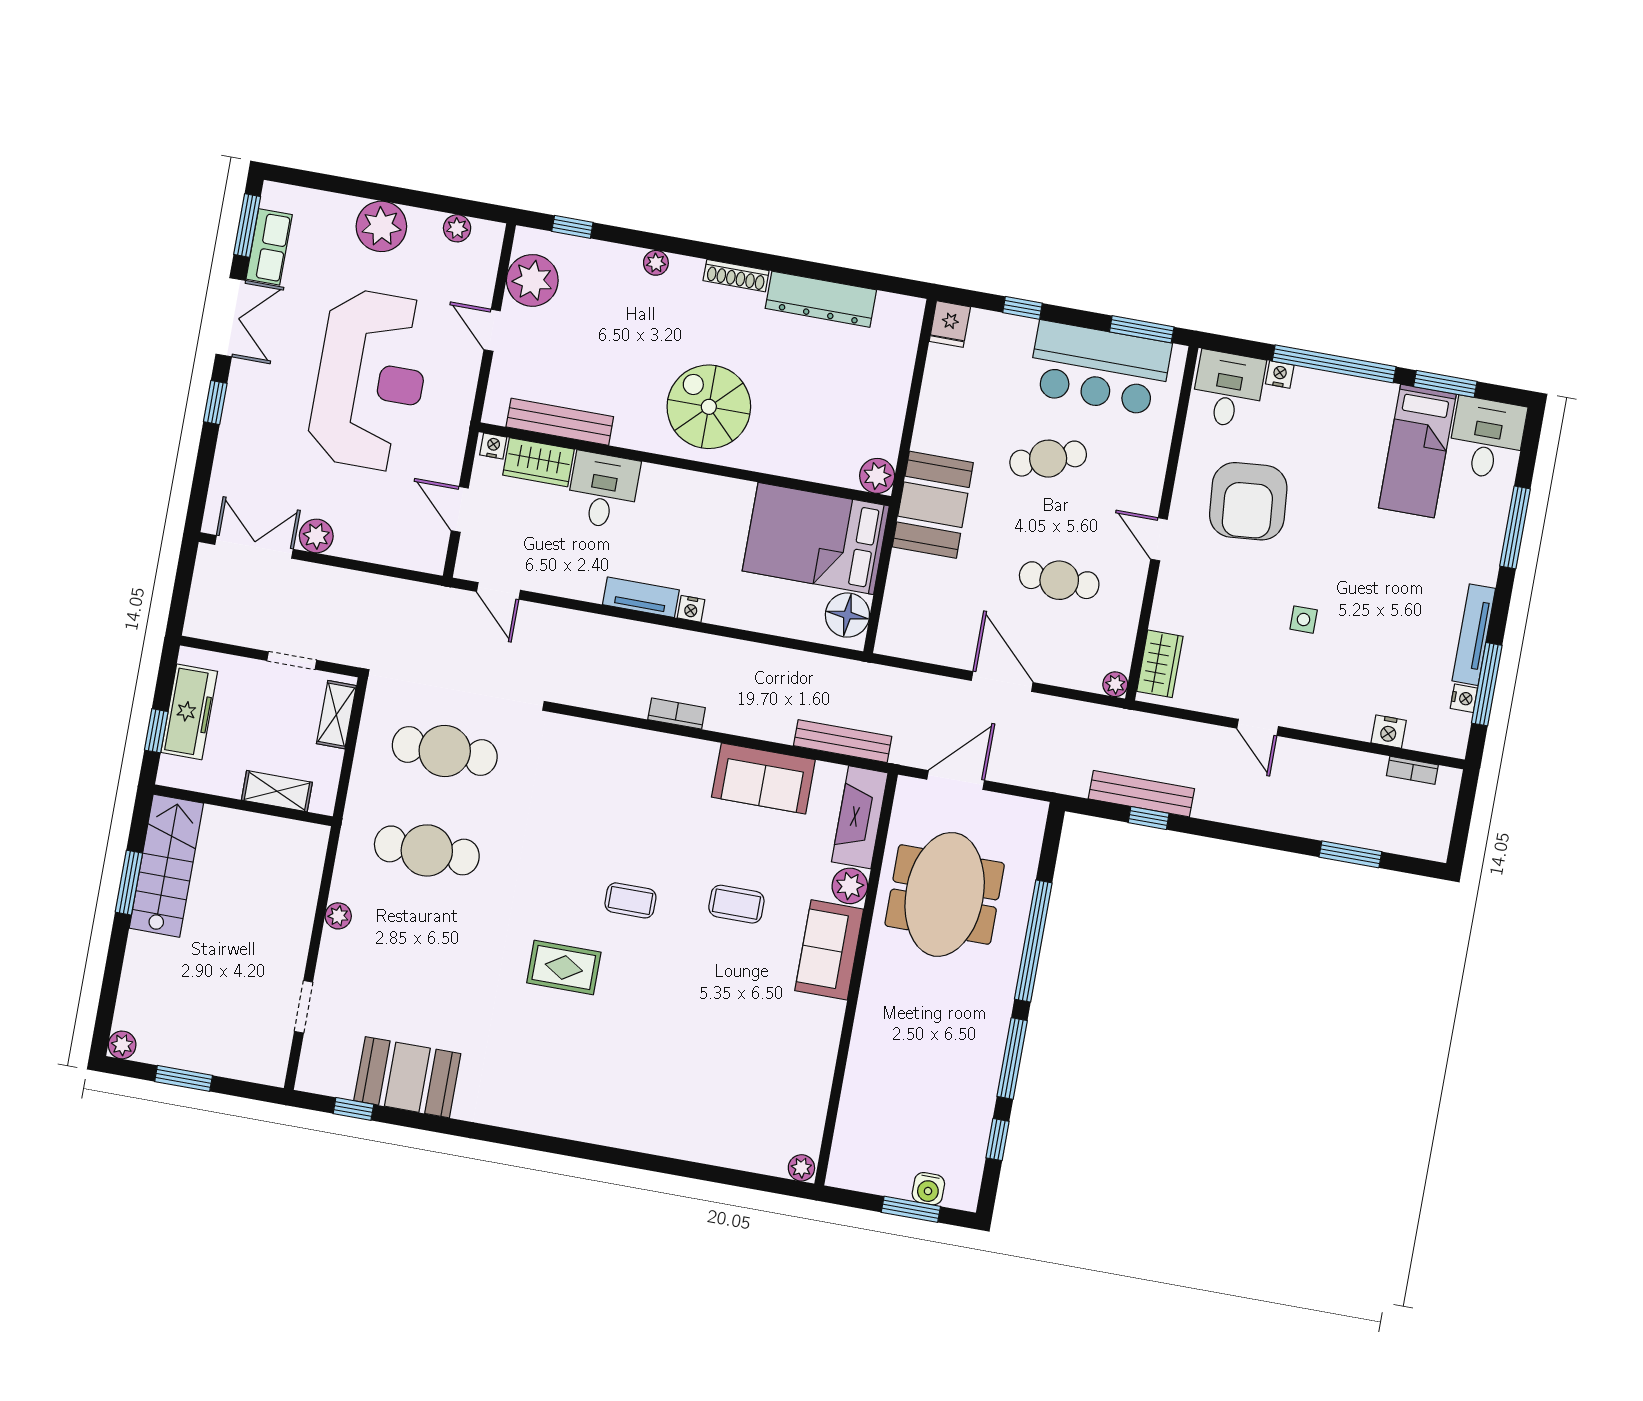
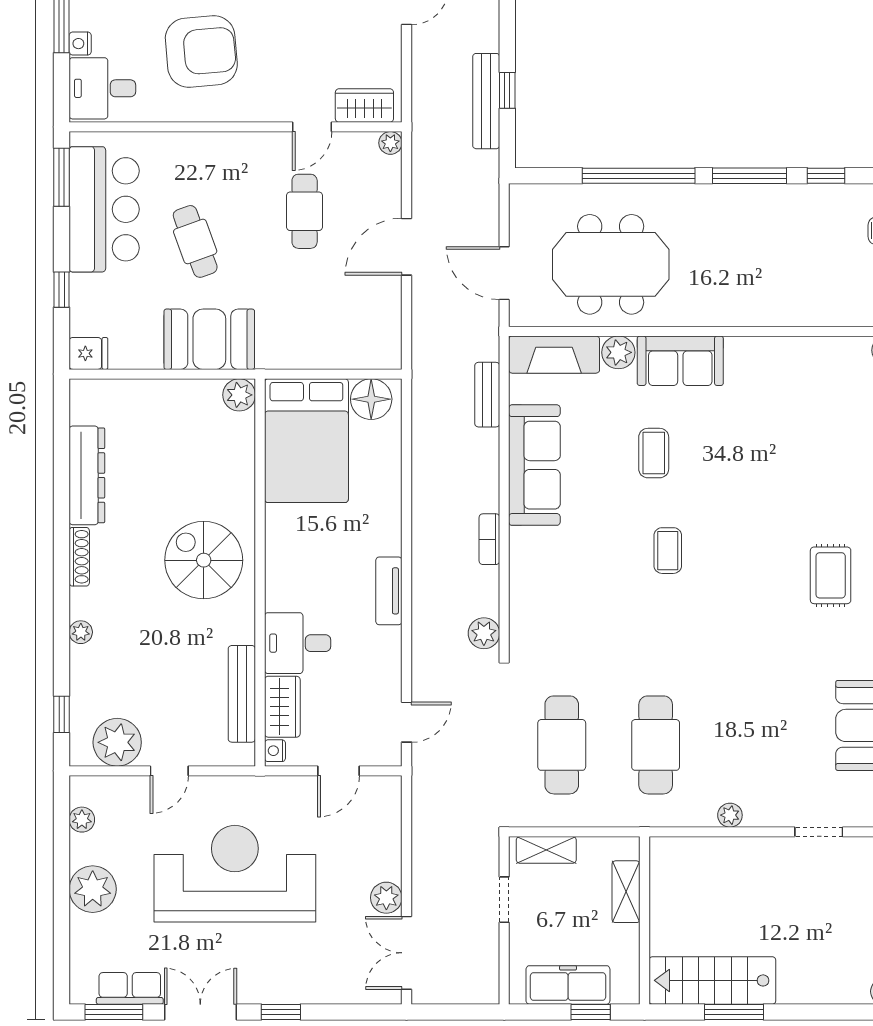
spiral stairs: (709, 407) -> (204, 560), turned 90
booth: (933, 505) -> (209, 339), moved
door: (1159, 539) -> (312, 127), moved
nightstand: (691, 609) -> (391, 543), removed
plant: (578, 690) -> (484, 633), added
bench: (843, 741) -> (487, 395), width x0.73
sofa: (763, 778) -> (534, 465), width x1.36
rug: (564, 968) -> (831, 575), moved

